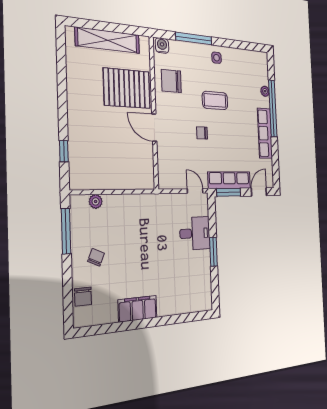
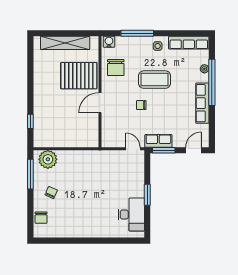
row of seats: (248, 58) -> (189, 43), added
chair: (171, 81) -> (116, 68), turned -90
coffee table: (215, 100) -> (155, 80), width x1.36, depth x1.32
door: (154, 128) -> (100, 103), hinge flipped
row of seats: (229, 180) -> (158, 141), width x0.68
plant: (96, 201) -> (48, 159), width x1.88, depth x1.88
desk: (195, 233) -> (131, 214), moved, width x1.37
filing cabinet: (138, 309) -> (81, 230), removed

